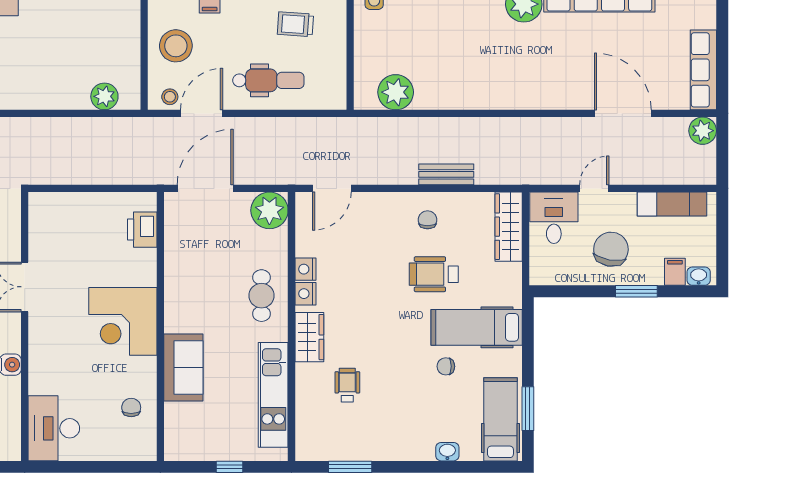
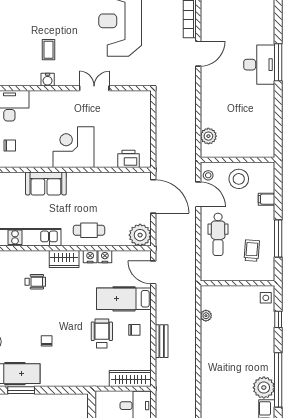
plant: (396, 92) -> (206, 316), width x0.53, depth x0.53
hospital bed: (477, 327) -> (124, 299), moved, turned -90
chair: (131, 407) -> (10, 146), moved

